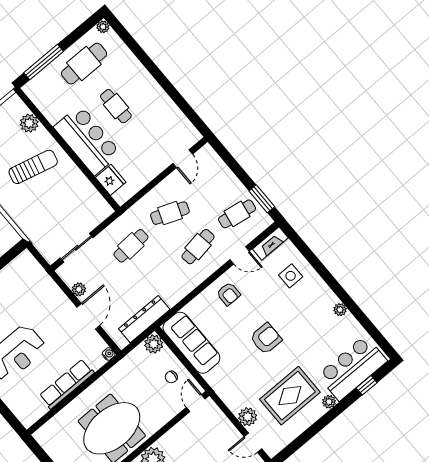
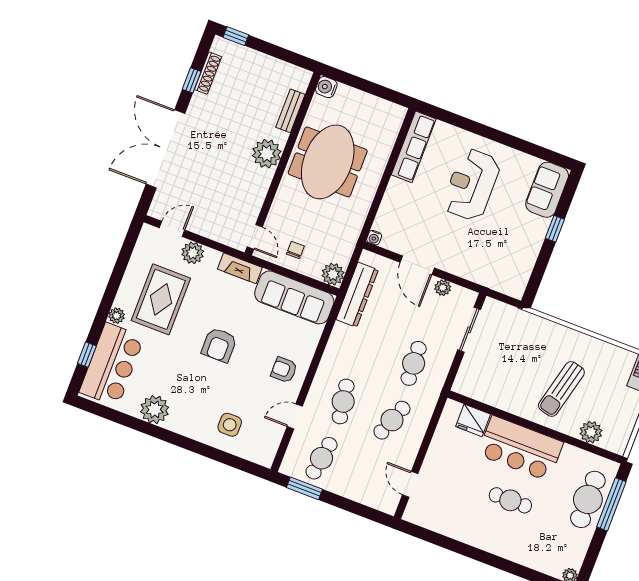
cafe table: (84, 64) -> (588, 499), moved
fireplace: (270, 243) -> (240, 268), moved, turned -90
plant: (340, 310) -> (155, 410), width x1.87, depth x1.87
row of seats: (67, 384) -> (414, 147), moved

